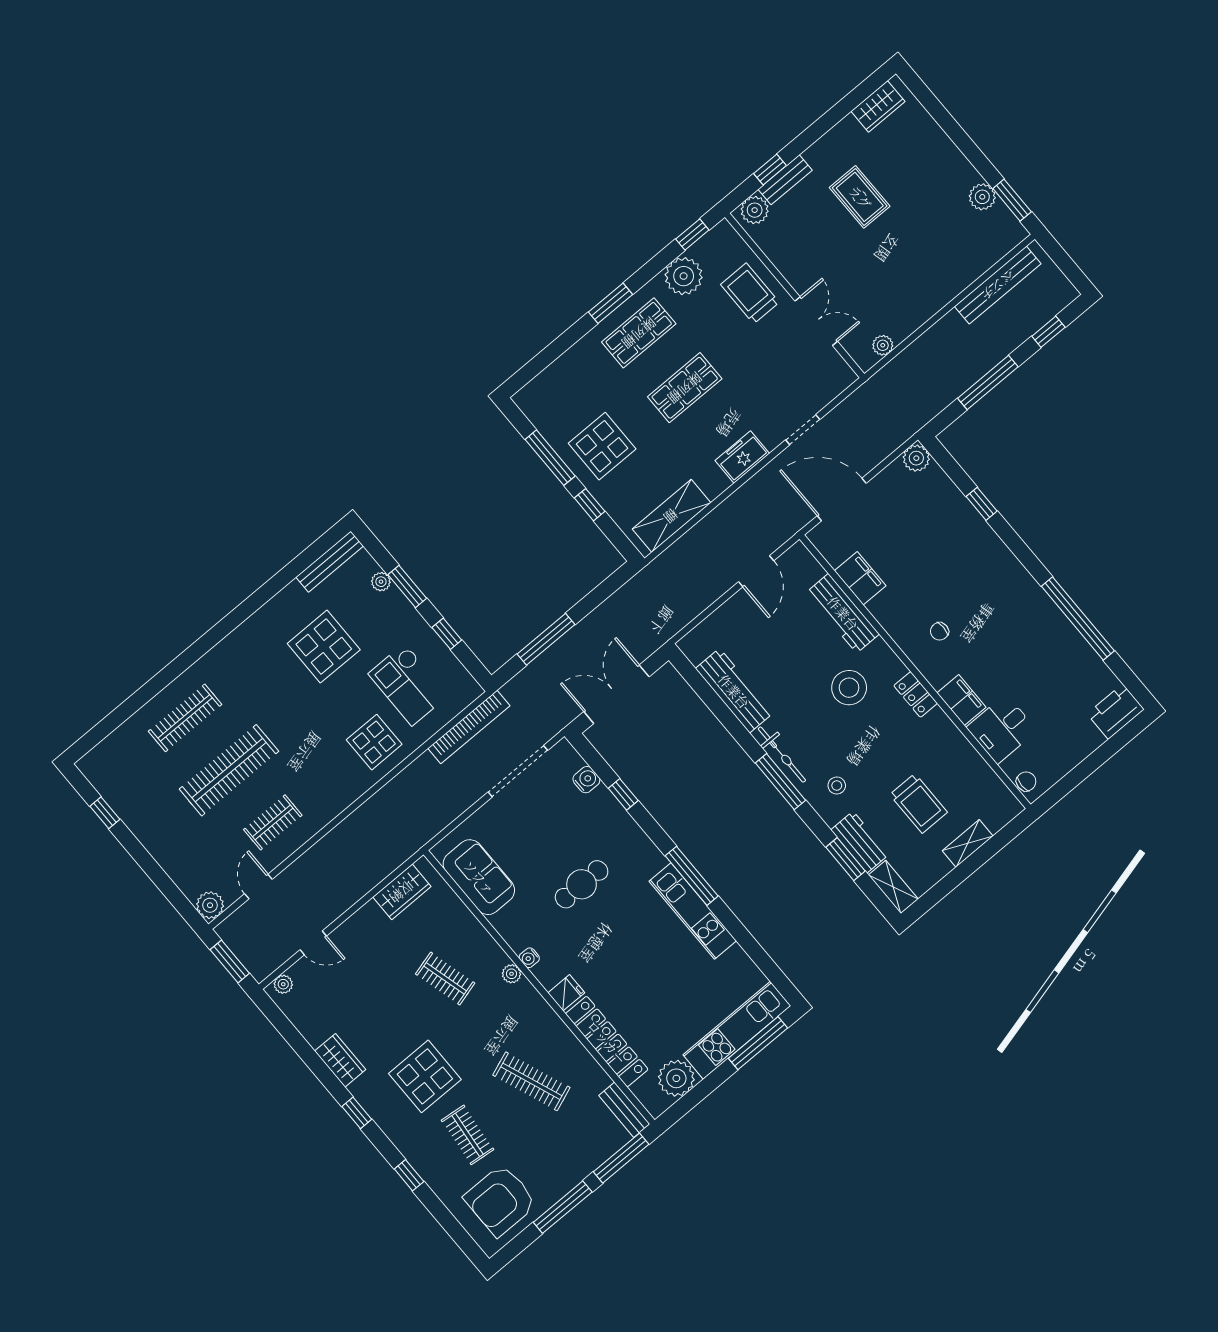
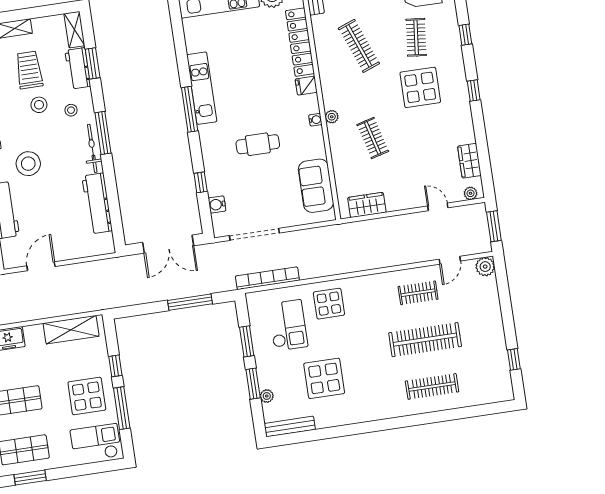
checkout: (556, 395) -> (96, 443), added
window: (447, 634) -> (247, 341), width x1.50
stool: (880, 768) -> (39, 105), added
wardrobe: (340, 1060) -> (469, 161), moved

